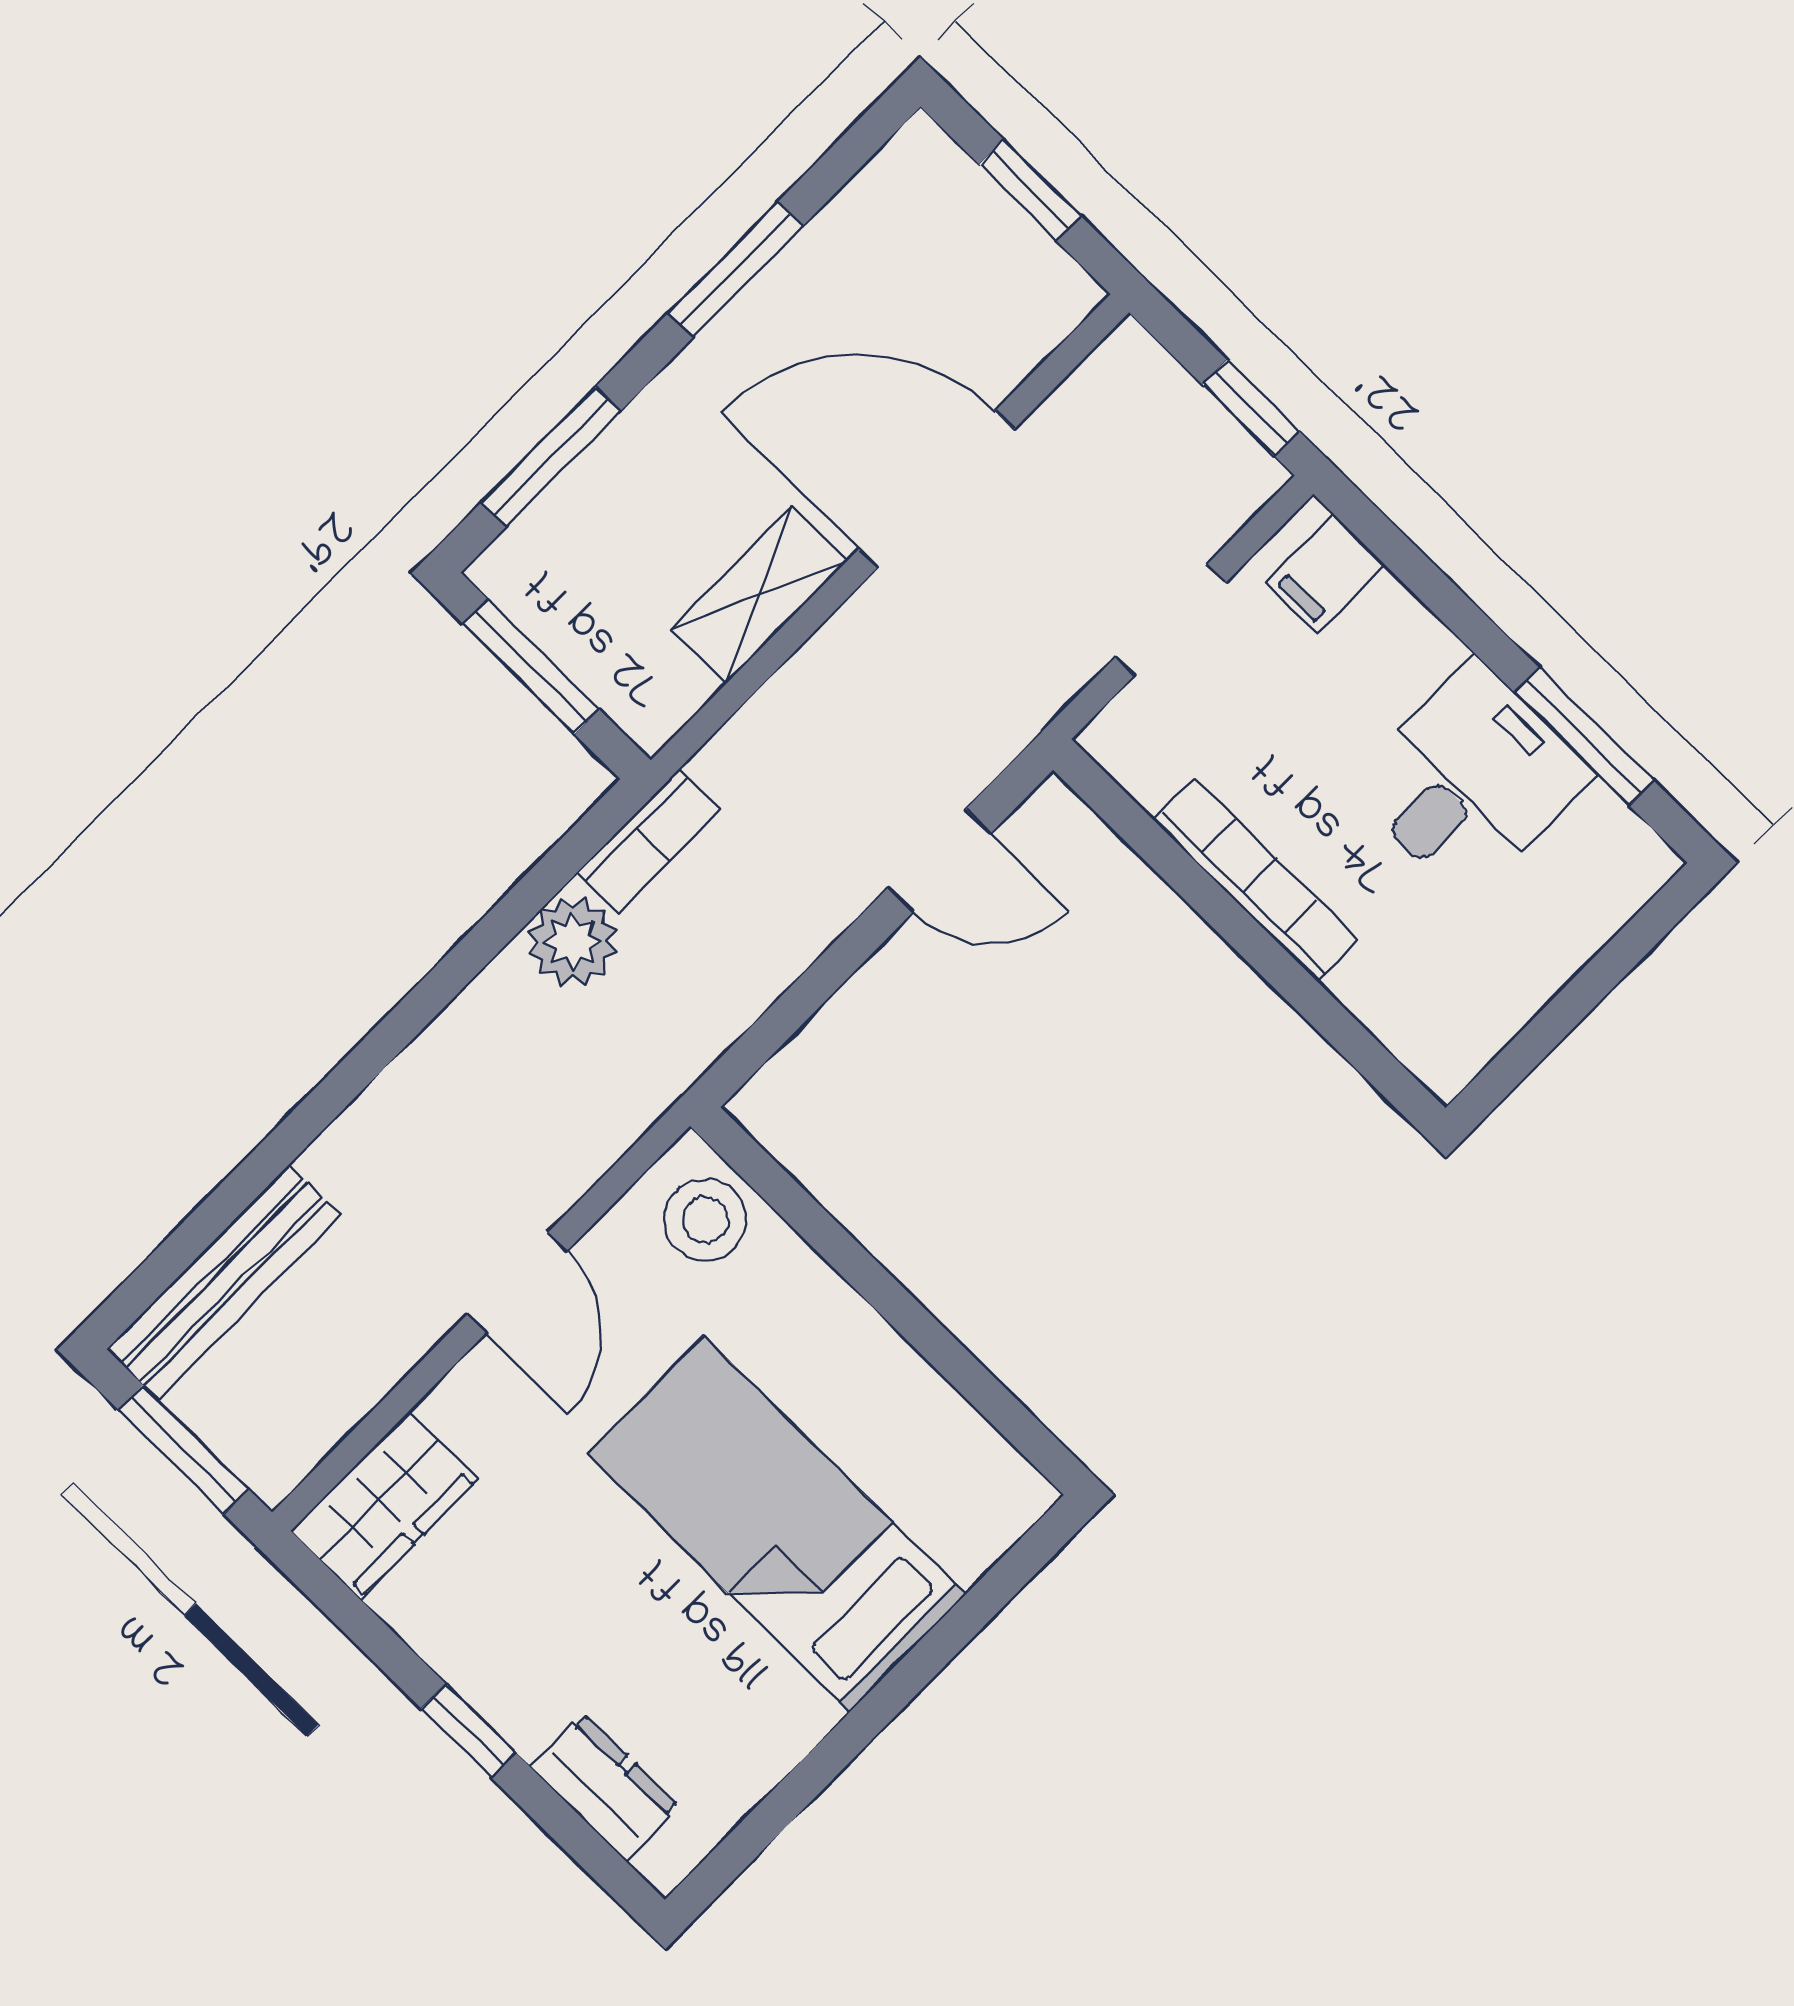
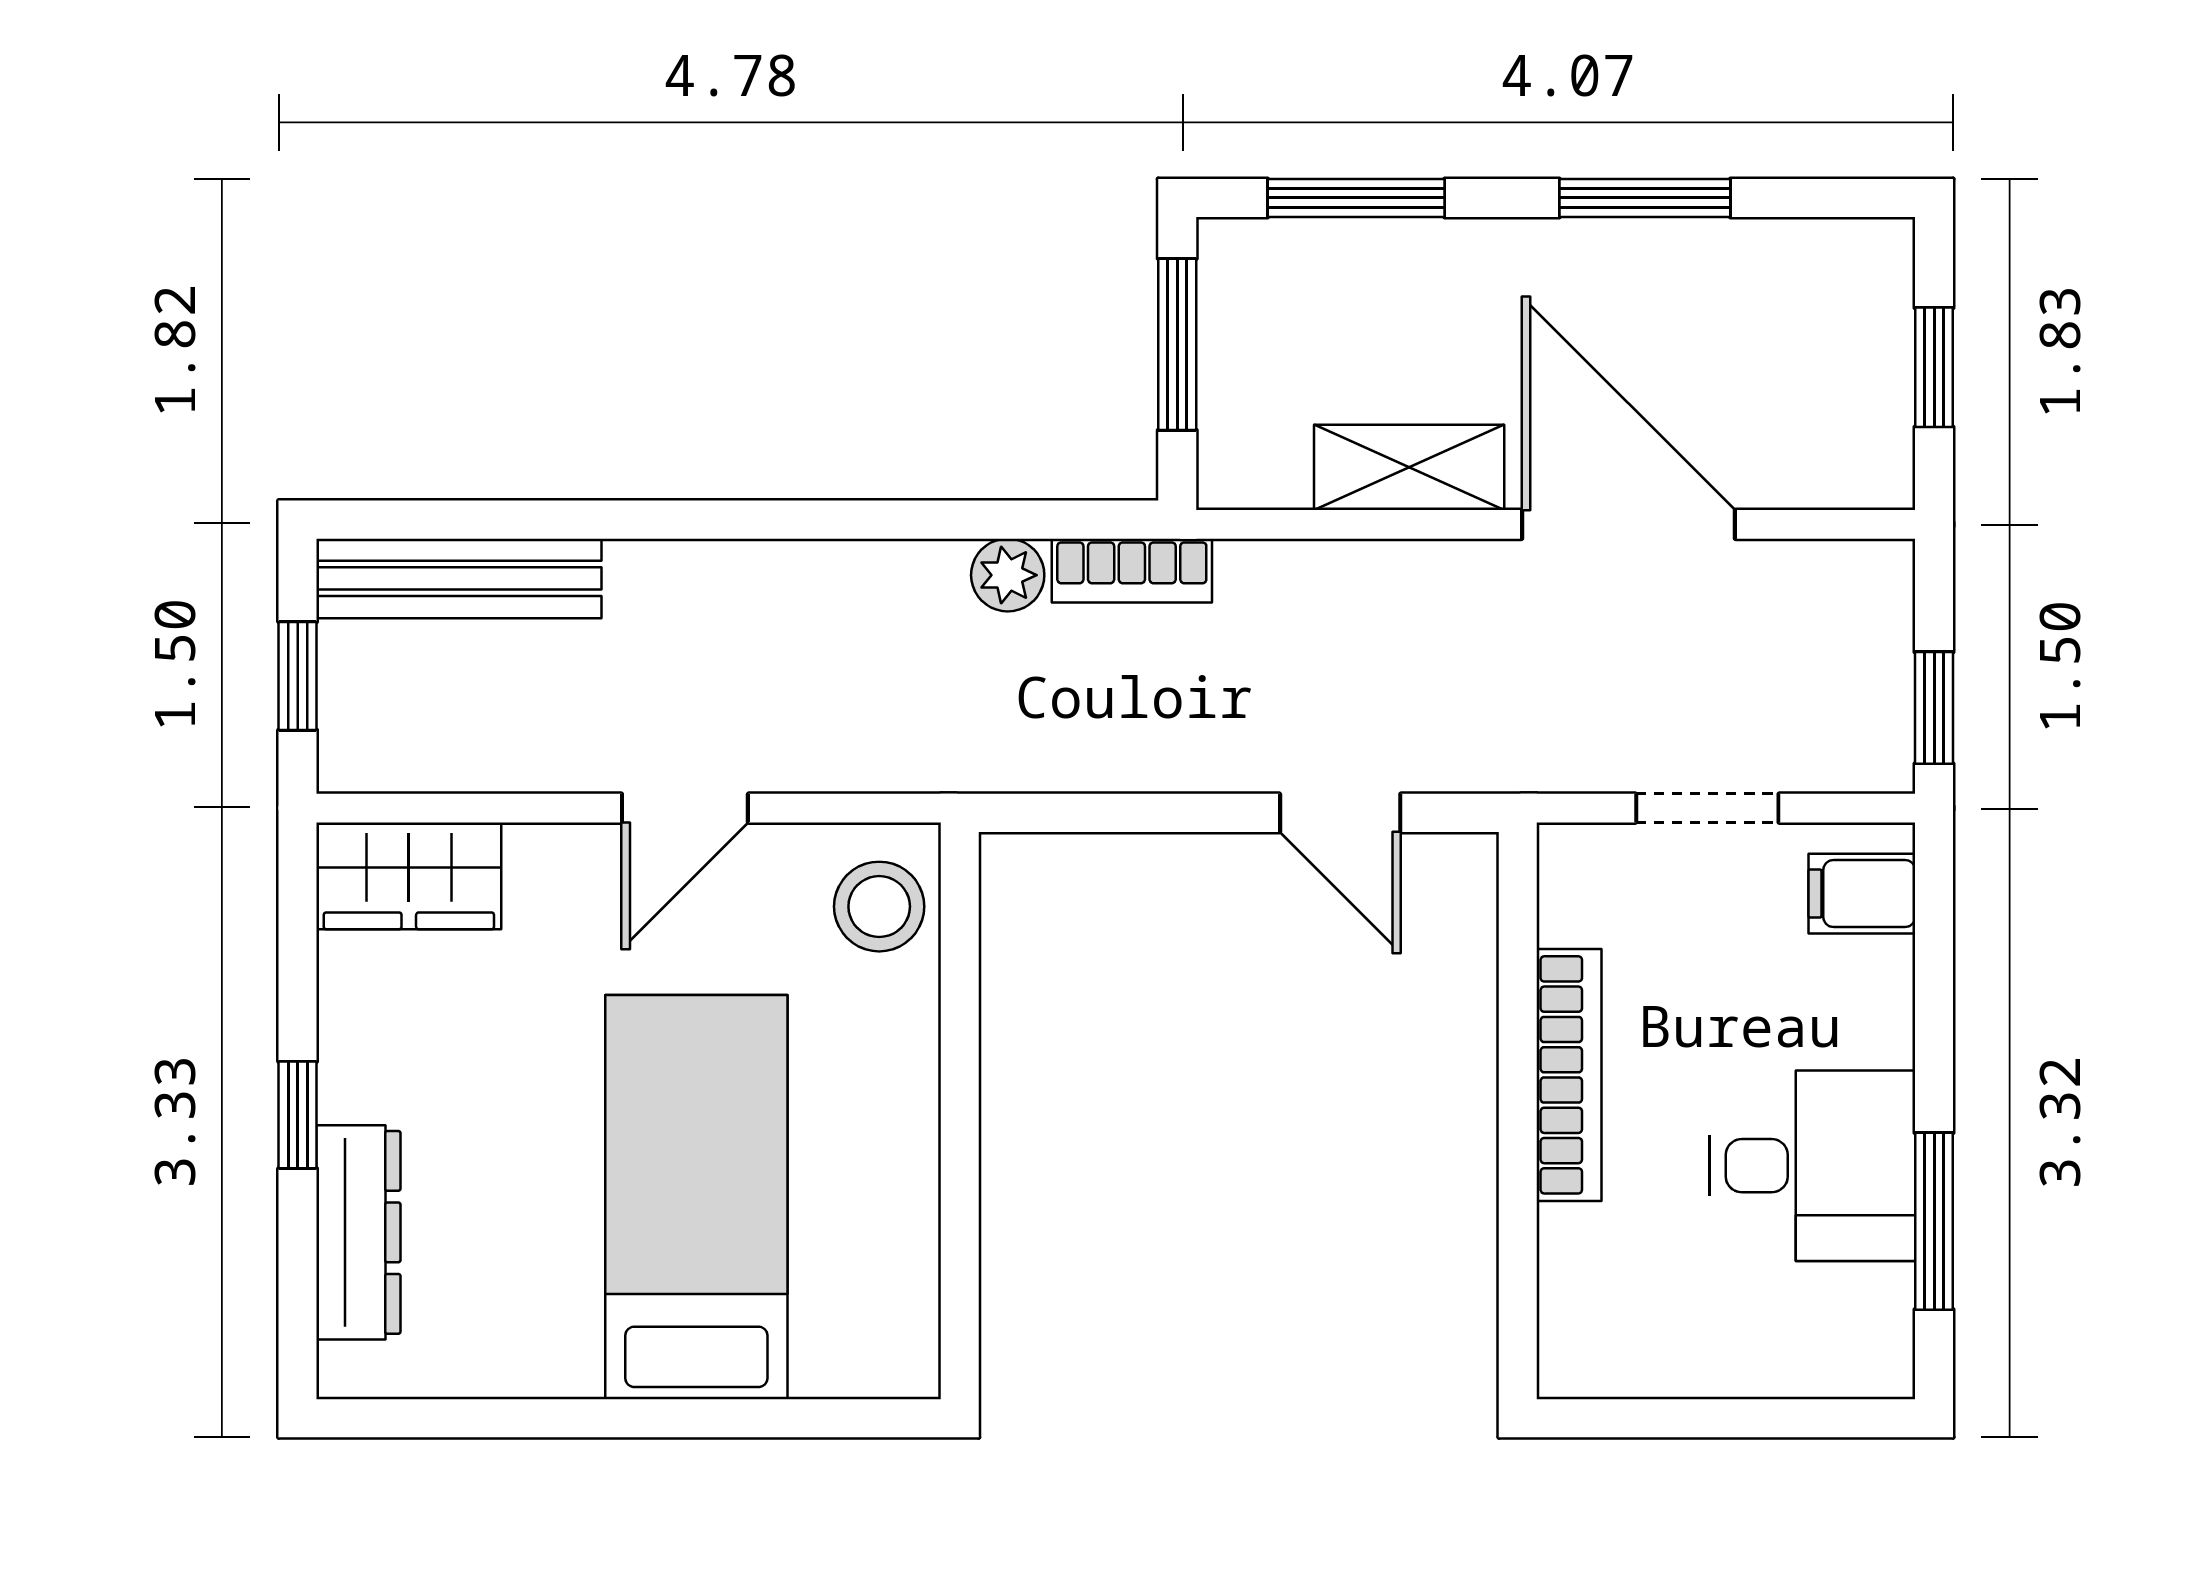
plant: (572, 942) -> (1008, 575), width x0.73, depth x0.73
window: (183, 1449) -> (298, 676), width x0.67
dresser: (605, 1787) -> (358, 1232), width x1.44

